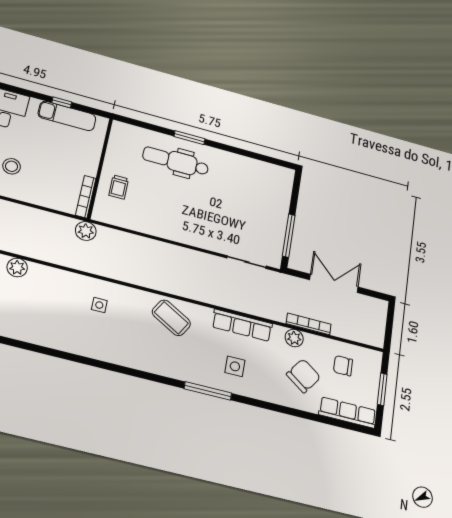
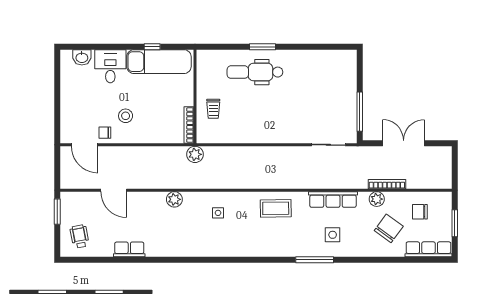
exam couch: (67, 116) -> (159, 62), width x1.36, depth x1.45
plant: (17, 267) -> (174, 199), moved
coffee table: (171, 318) -> (276, 208), turned -31

